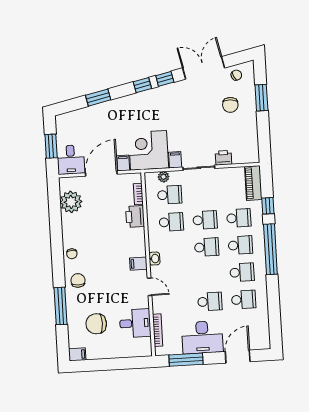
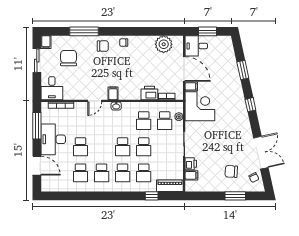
window: (165, 79) -> (254, 122), removed
filing cabinet: (175, 160) -> (191, 175), moved
window: (270, 249) -> (118, 196), removed
desk: (135, 323) -> (52, 88), moved
sliding door: (102, 365) -> (37, 61), added

